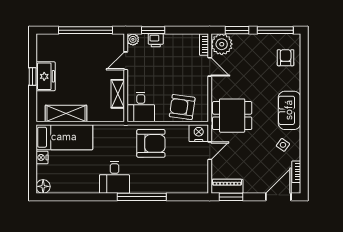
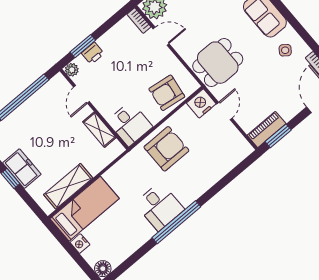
window: (142, 197) -> (176, 222), moved

